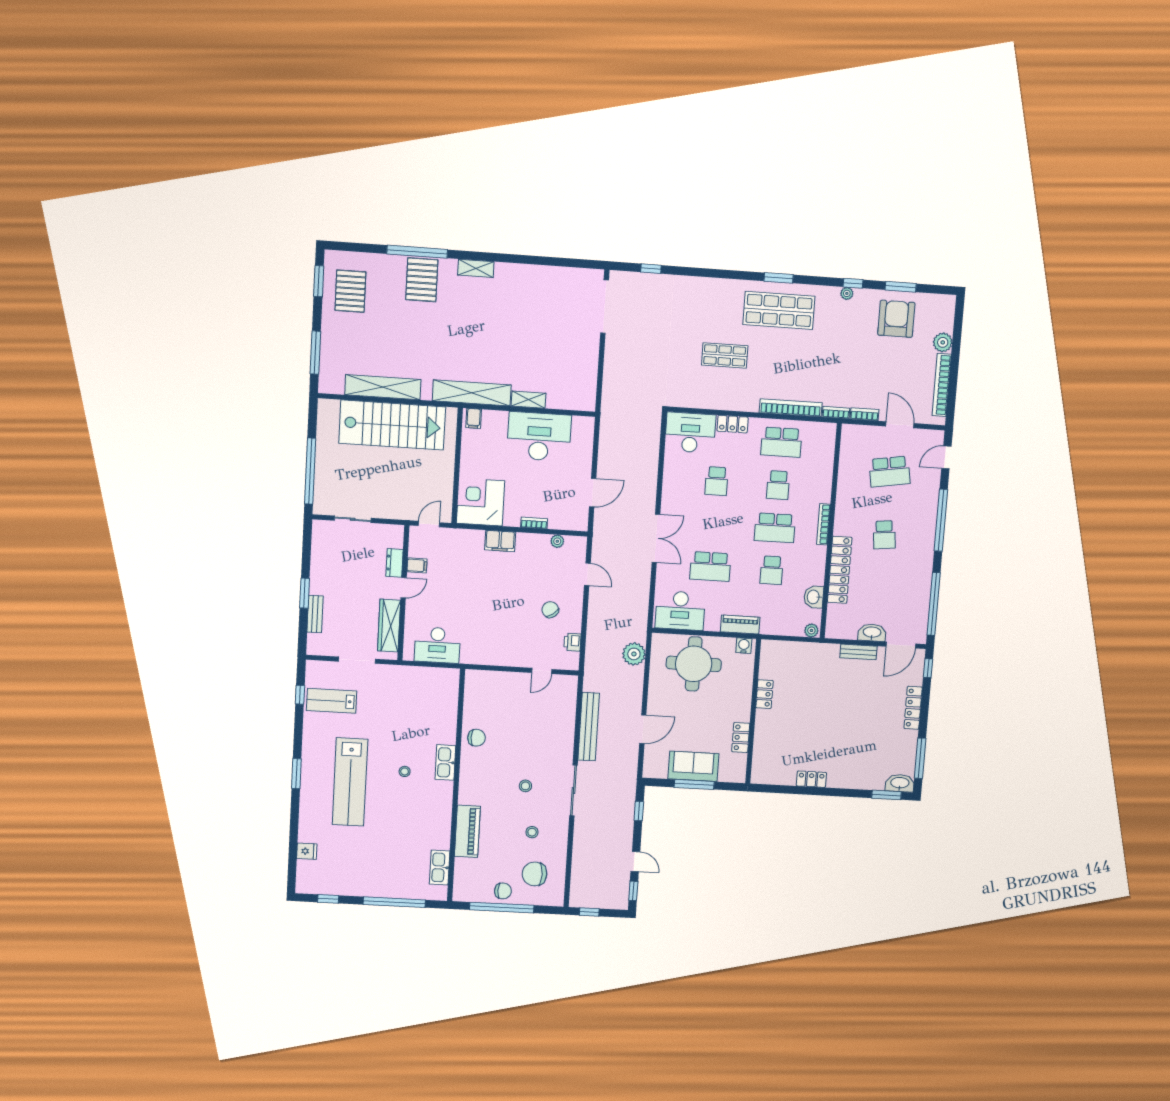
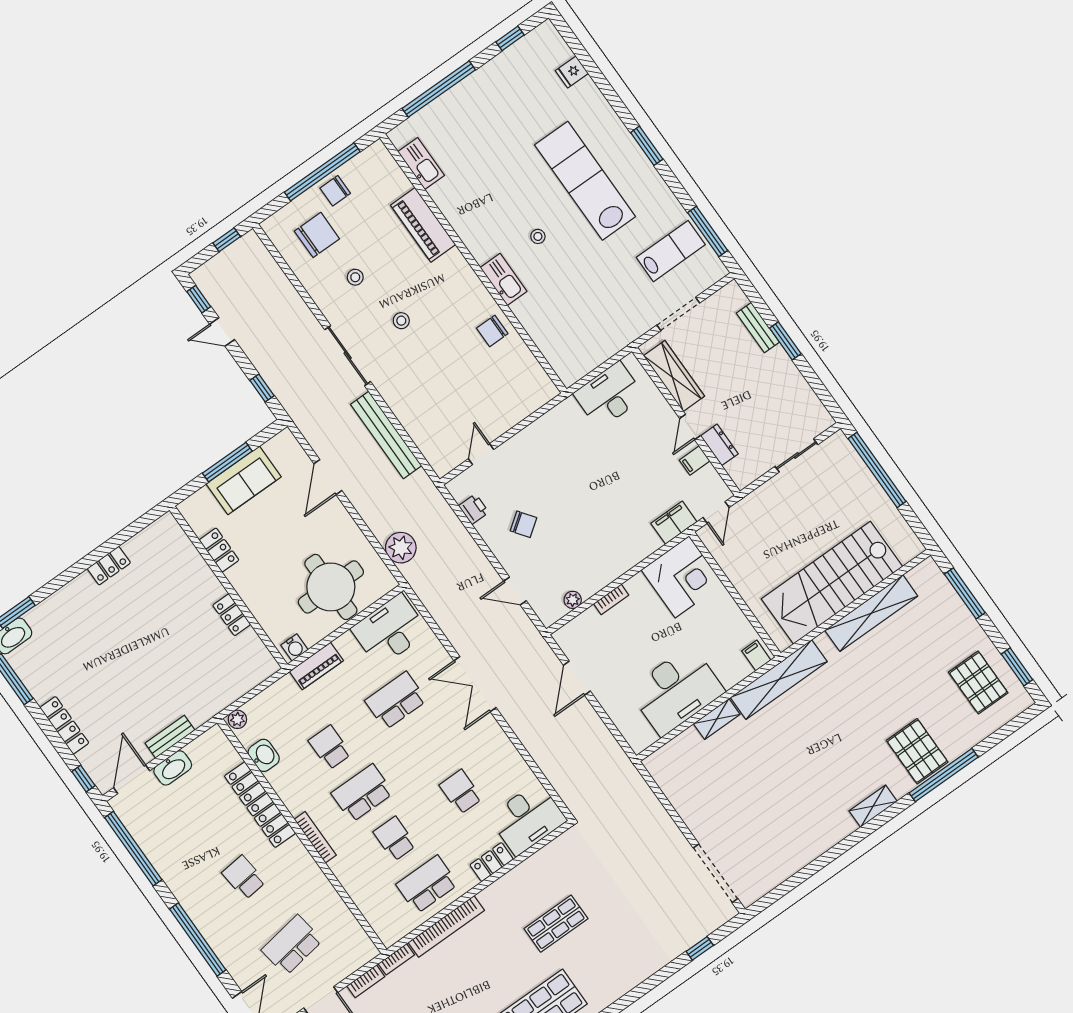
filing cabinet: (500, 541) -> (674, 523), moved
window: (300, 695) -> (708, 232), width x2.17

